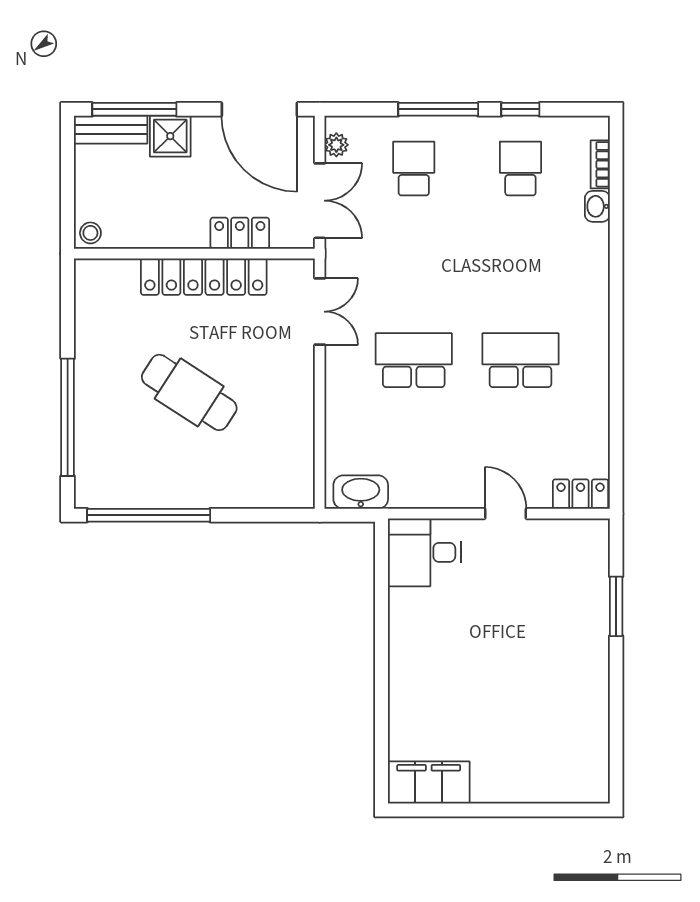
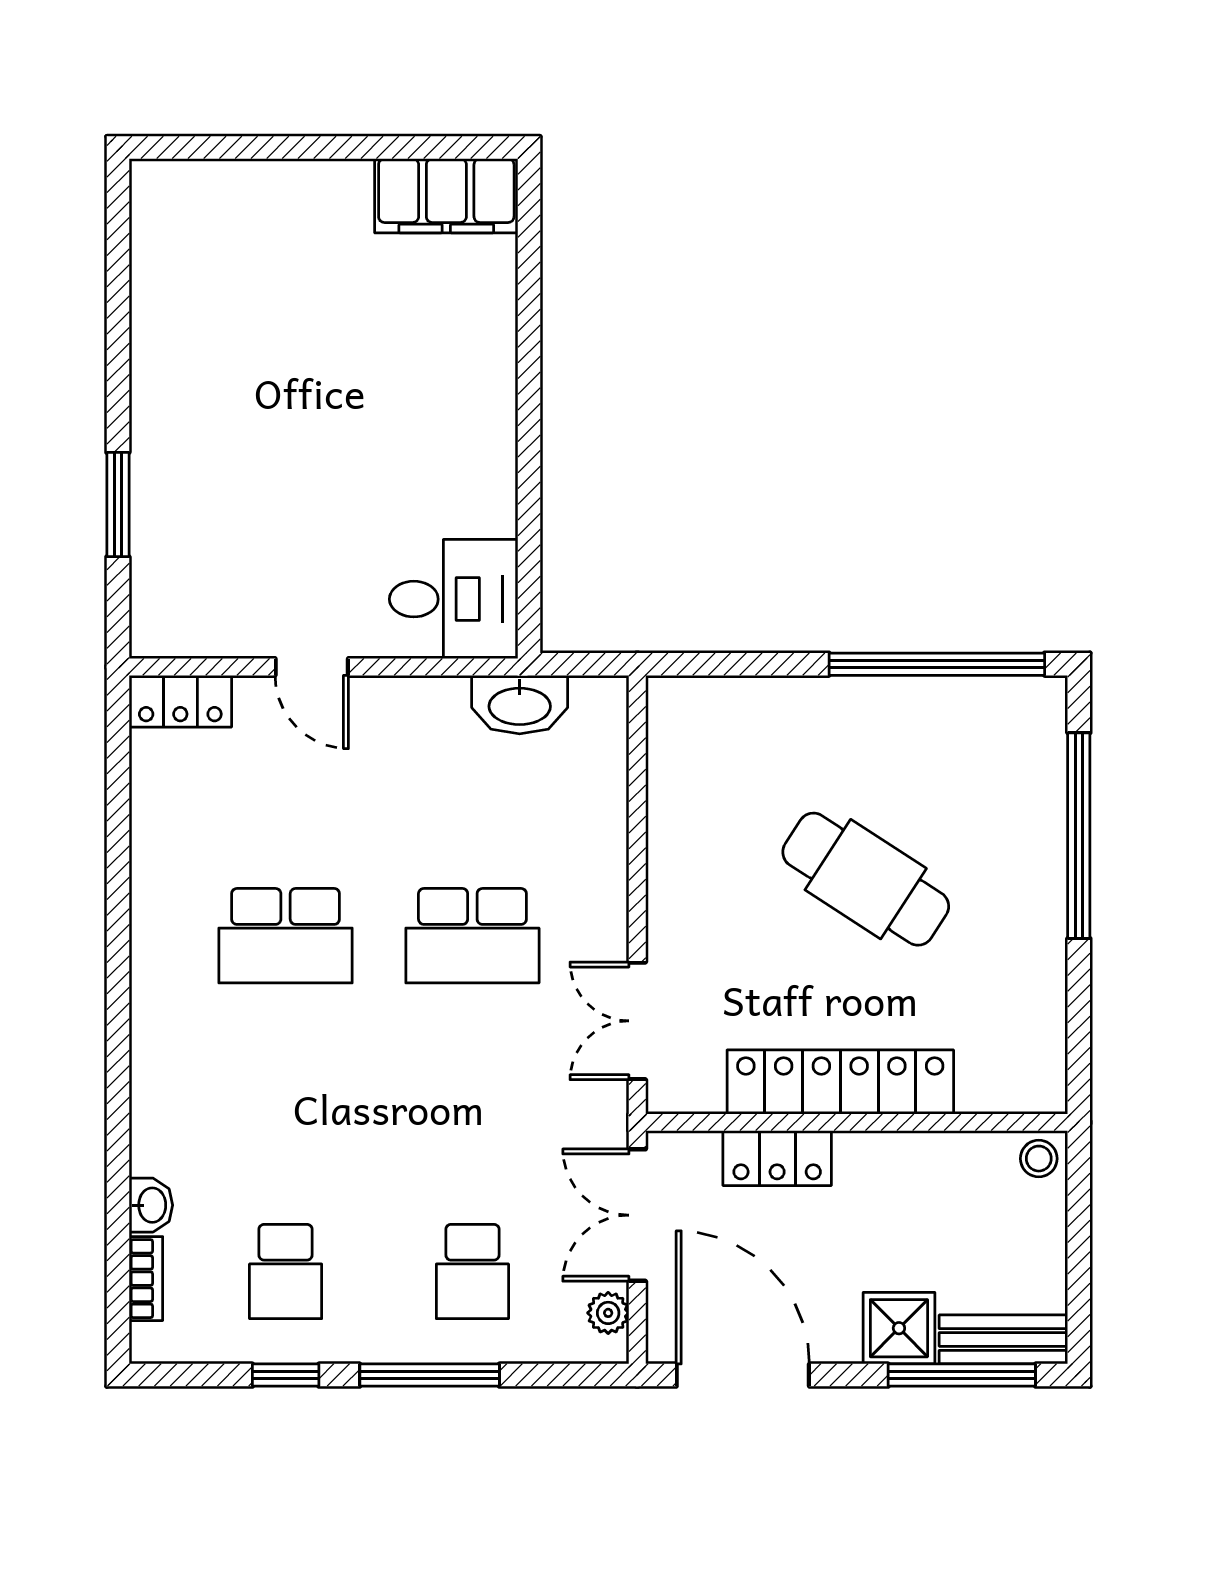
washbasin: (361, 492) -> (520, 705), moved

